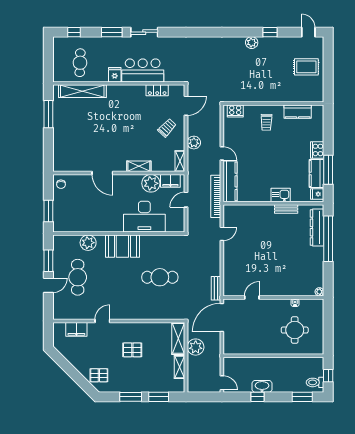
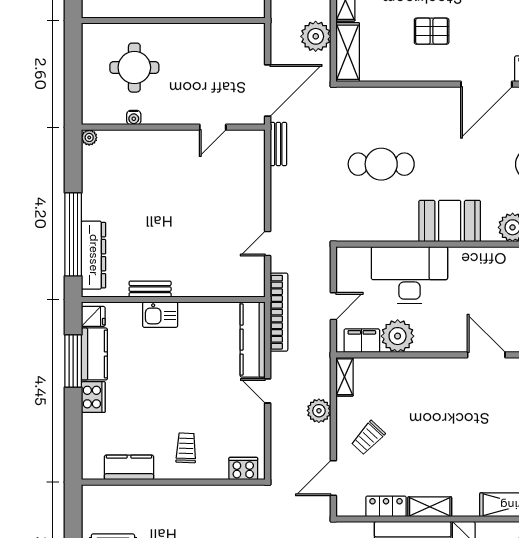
shelving: (139, 166) -> (430, 507), moved
door: (102, 321) -> (486, 84), width x1.87

